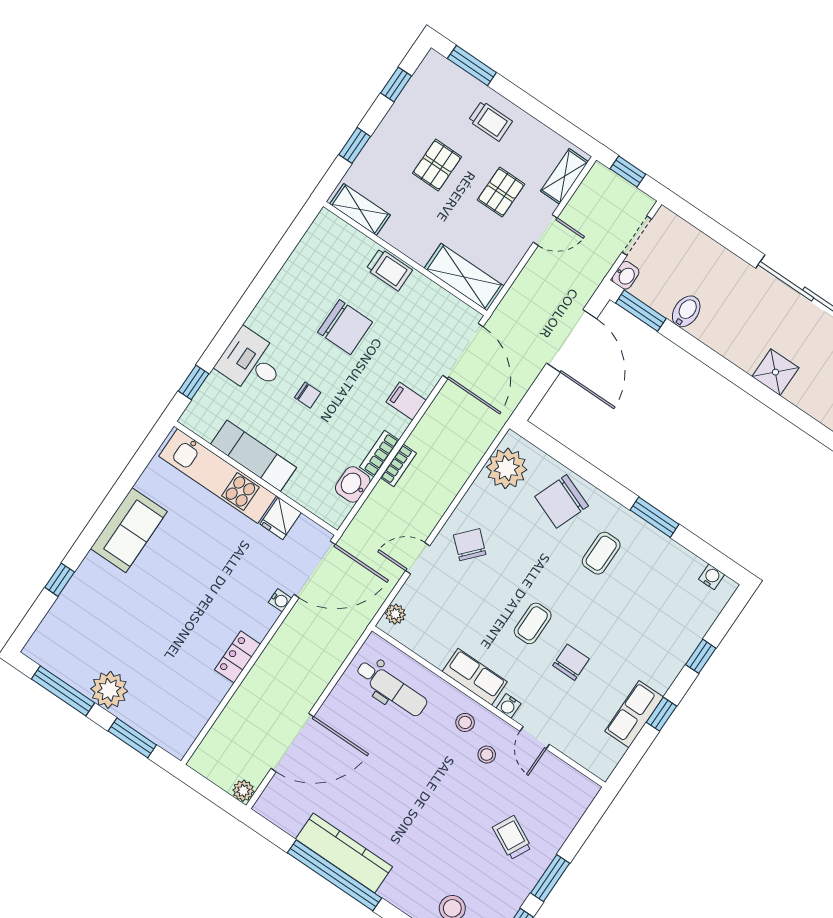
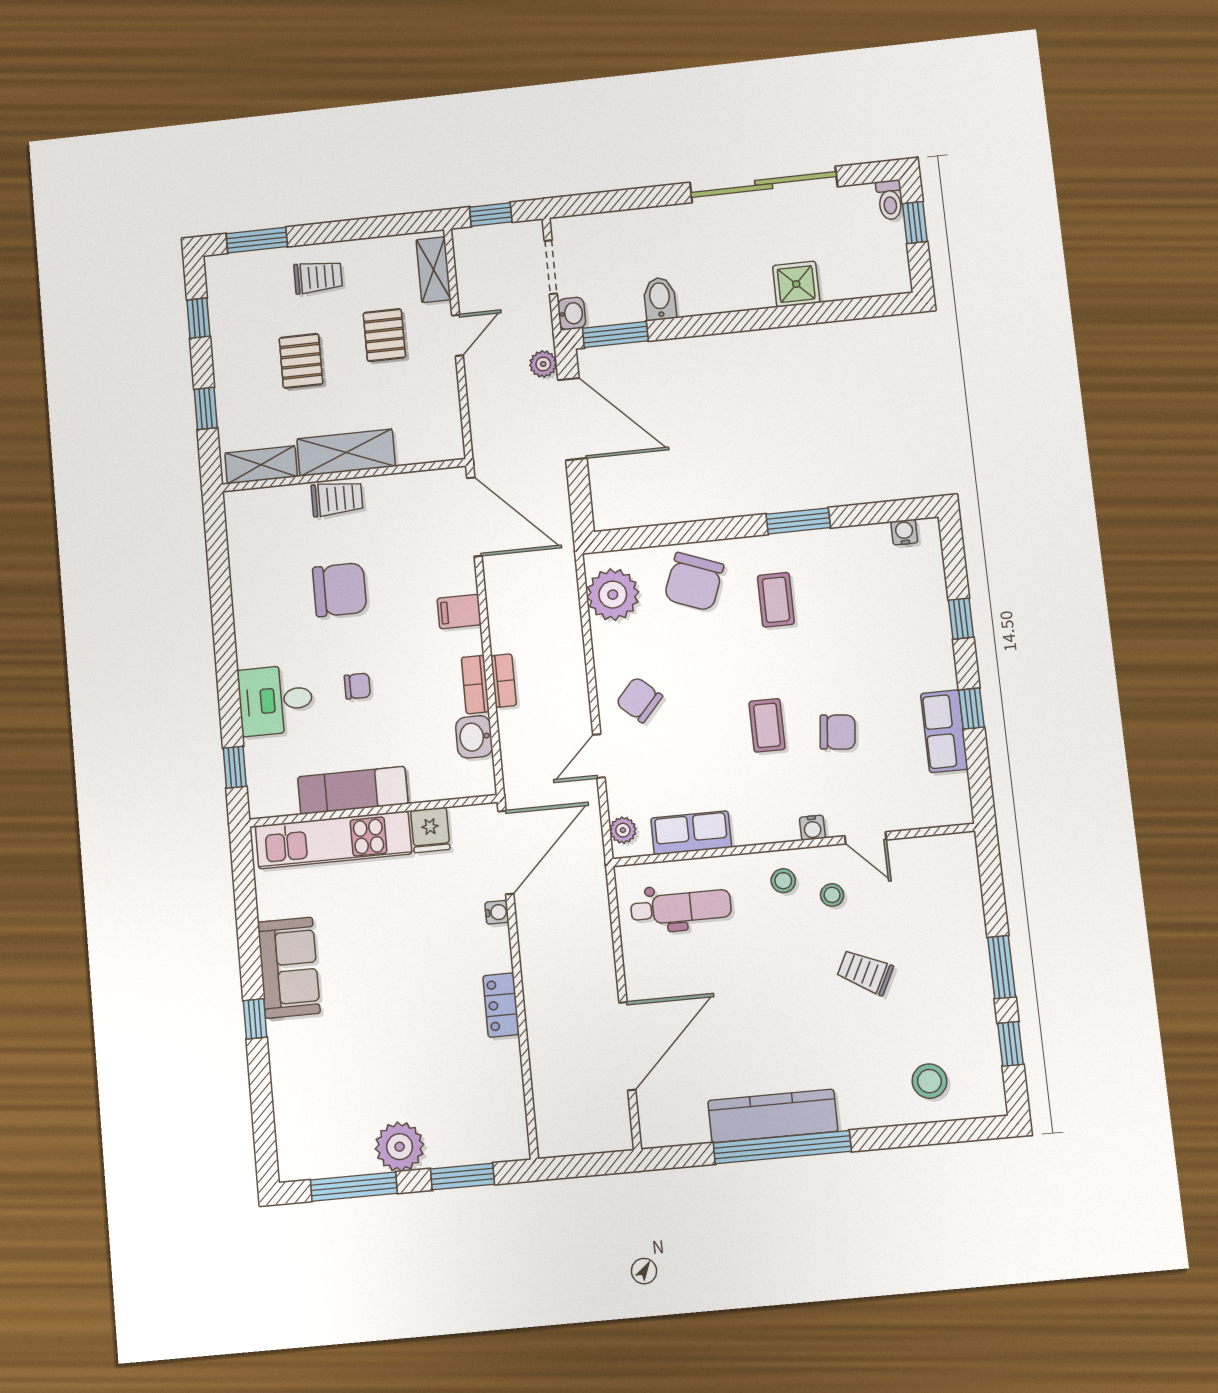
shelving: (464, 277) -> (346, 453), moved
window: (60, 580) -> (255, 1019), moved
chair: (571, 662) -> (838, 732), turned 96
row of seats: (475, 677) -> (691, 833), moved
plant: (243, 791) -> (543, 364), moved
trolley: (512, 838) -> (865, 972), moved

